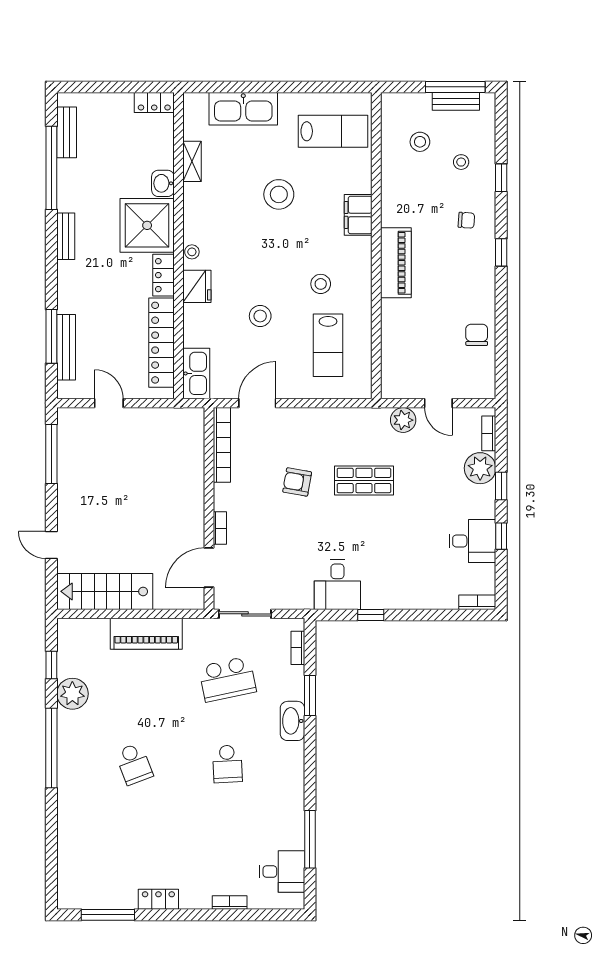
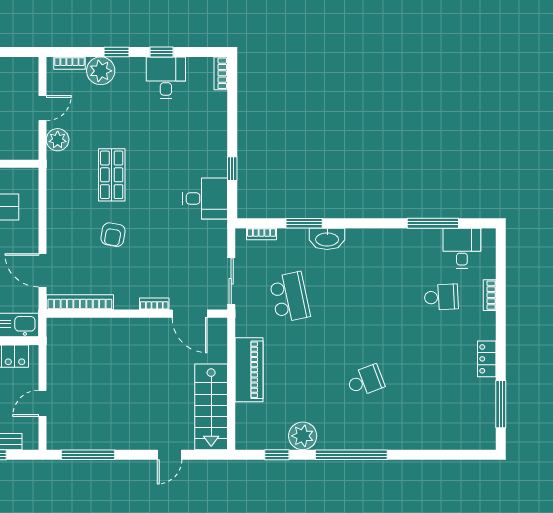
school desk: (227, 764) -> (441, 297), moved

